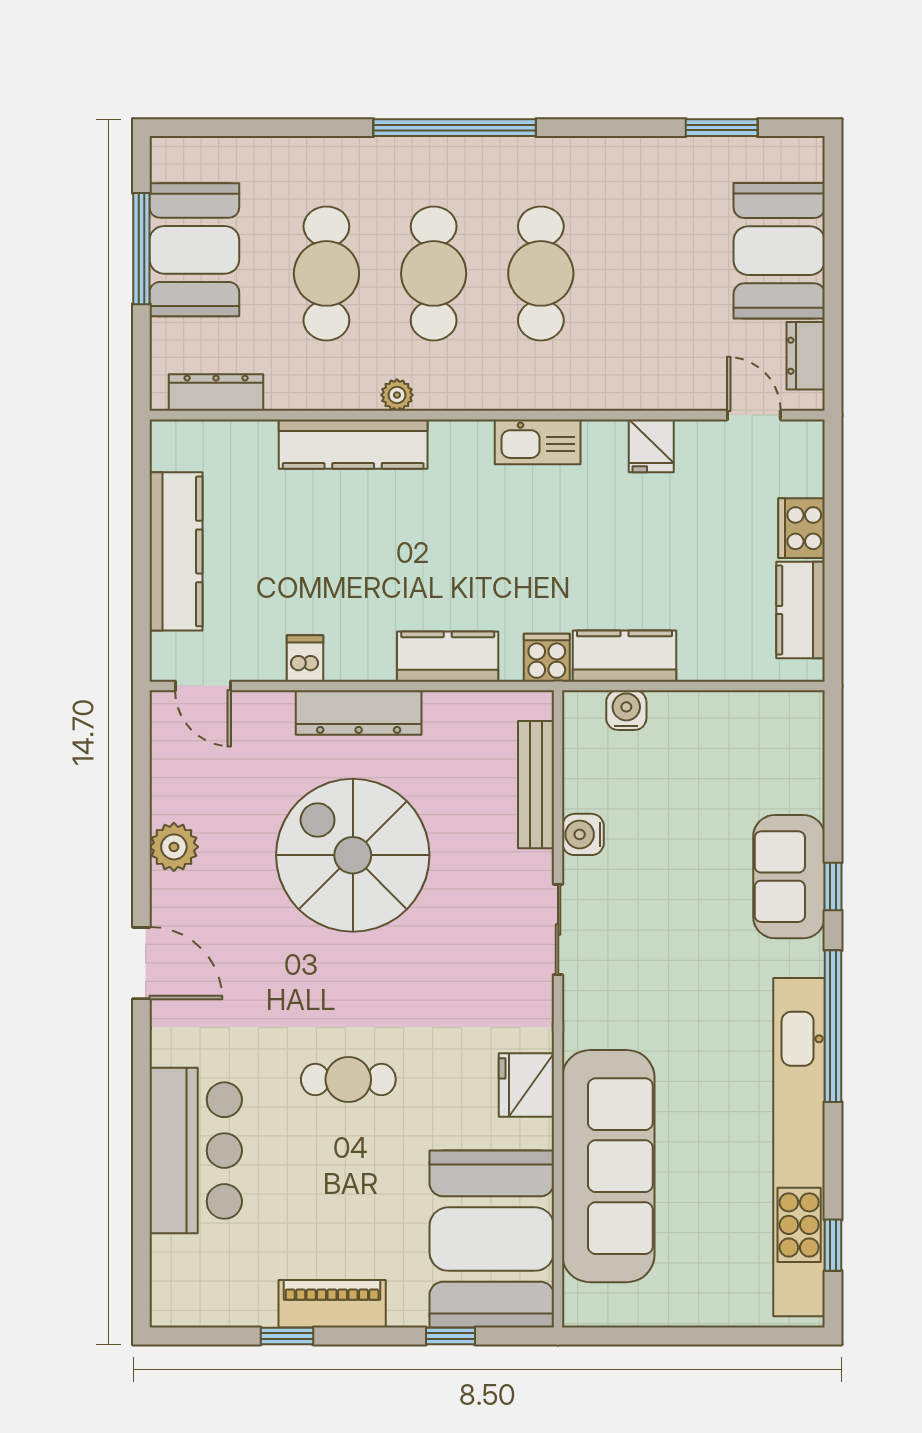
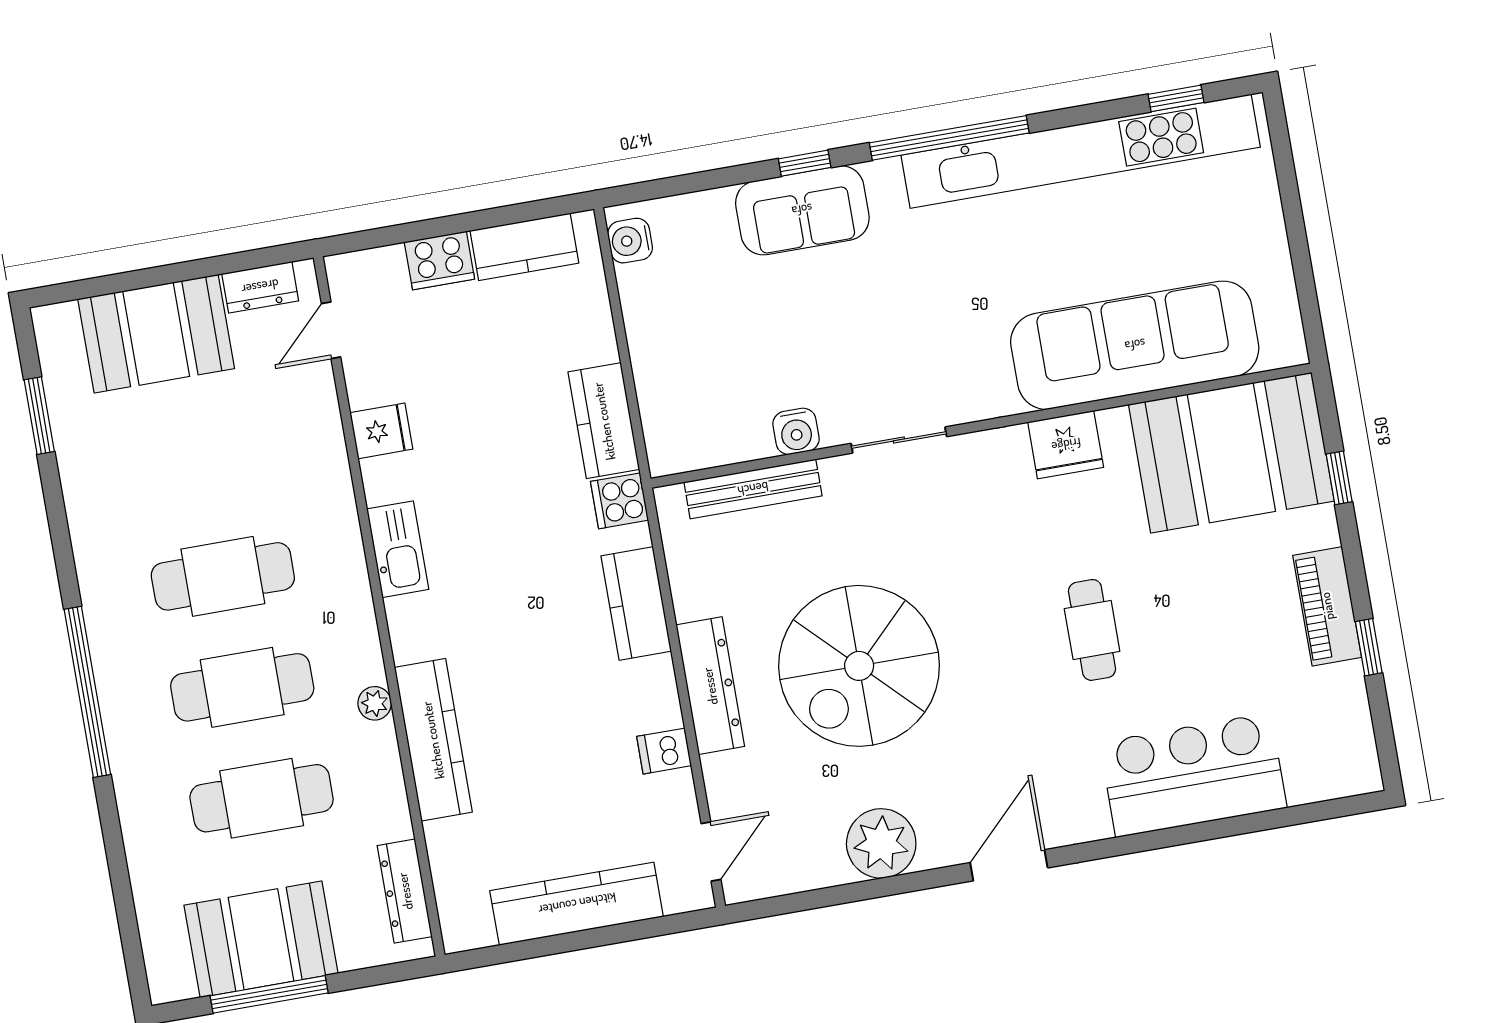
water cooler: (626, 710) -> (630, 241), moved
plant: (174, 847) -> (881, 843), width x1.36, depth x1.36

